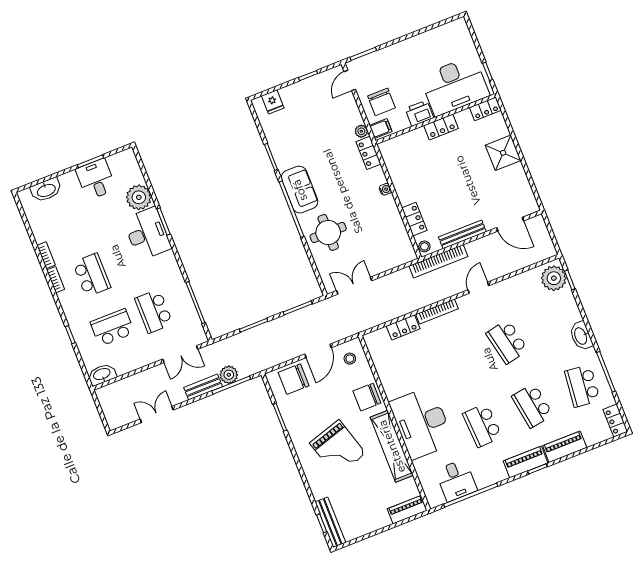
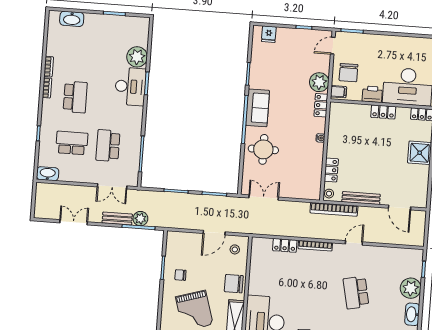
plant: (361, 131) -> (319, 82), width x1.88, depth x1.88
desk: (96, 179) -> (112, 29), removed
plant: (554, 278) -> (411, 288), moved
chair: (294, 379) -> (180, 275), moved, width x0.54, depth x0.54

